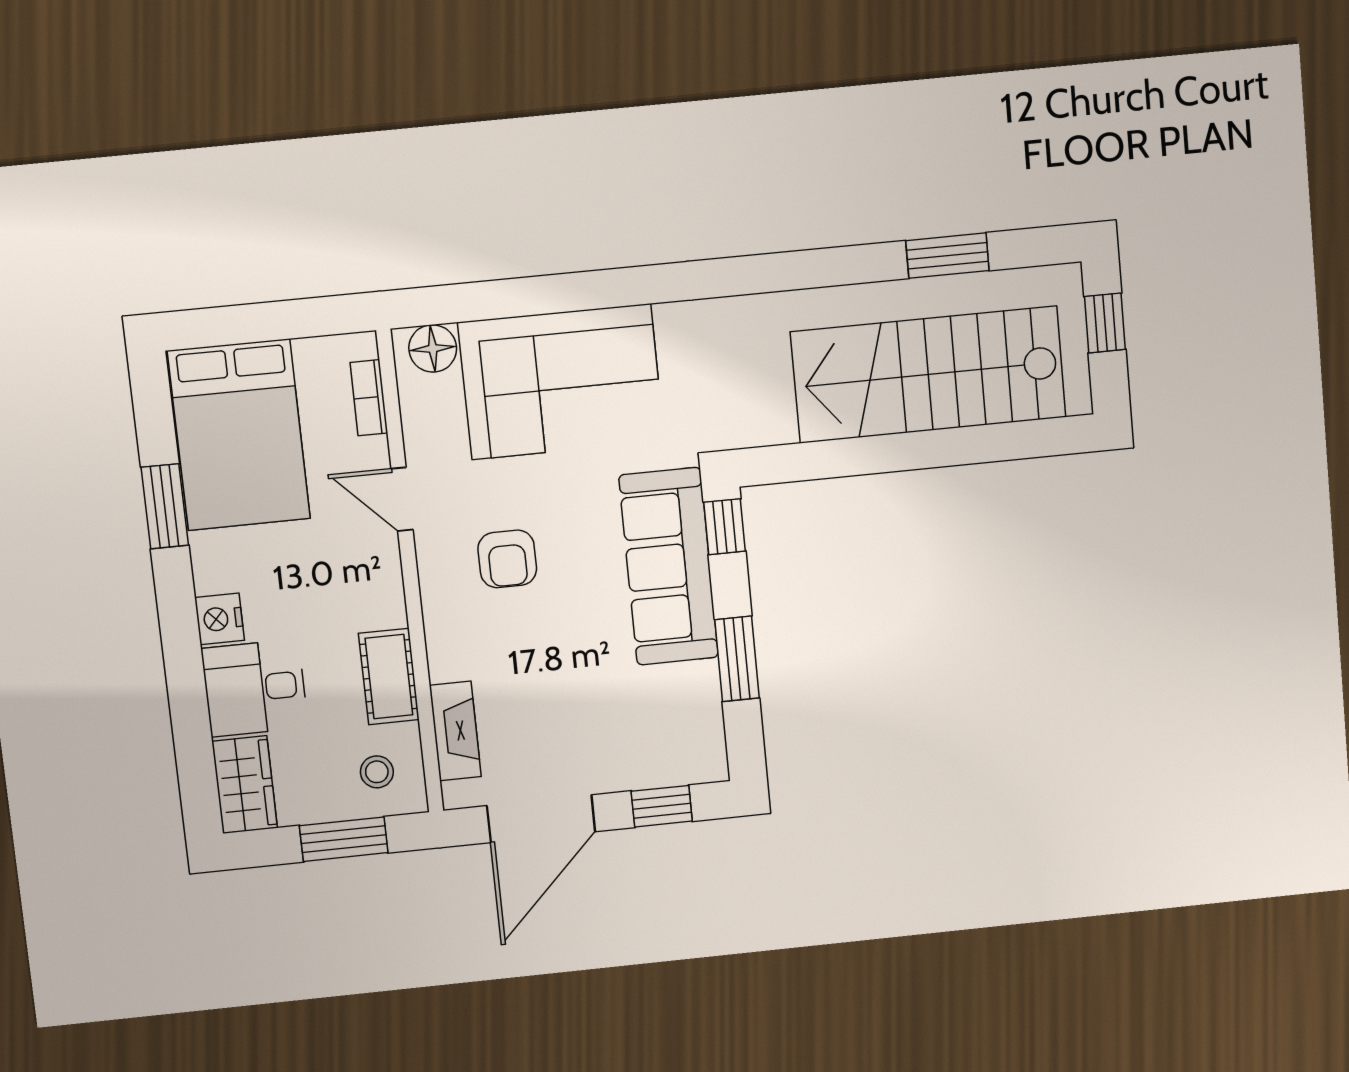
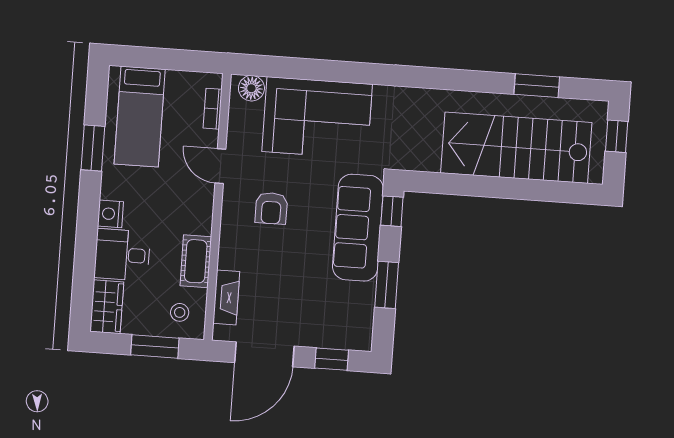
bed: (239, 435) -> (140, 117), width x0.67

